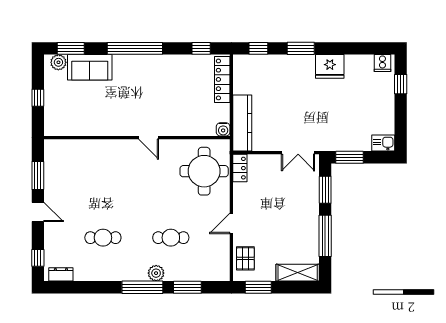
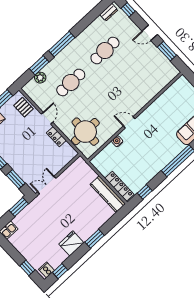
window: (258, 48) -> (60, 271), moved
kitchen counter: (242, 123) -> (108, 194), moved
water cooler: (223, 129) -> (117, 141), moved
locker: (240, 168) -> (56, 137), moved
cafe table: (103, 238) -> (105, 51), width x1.37, depth x1.35
cafe table: (171, 238) -> (71, 82), width x1.37, depth x1.35
plant: (156, 273) -> (40, 78), moved

